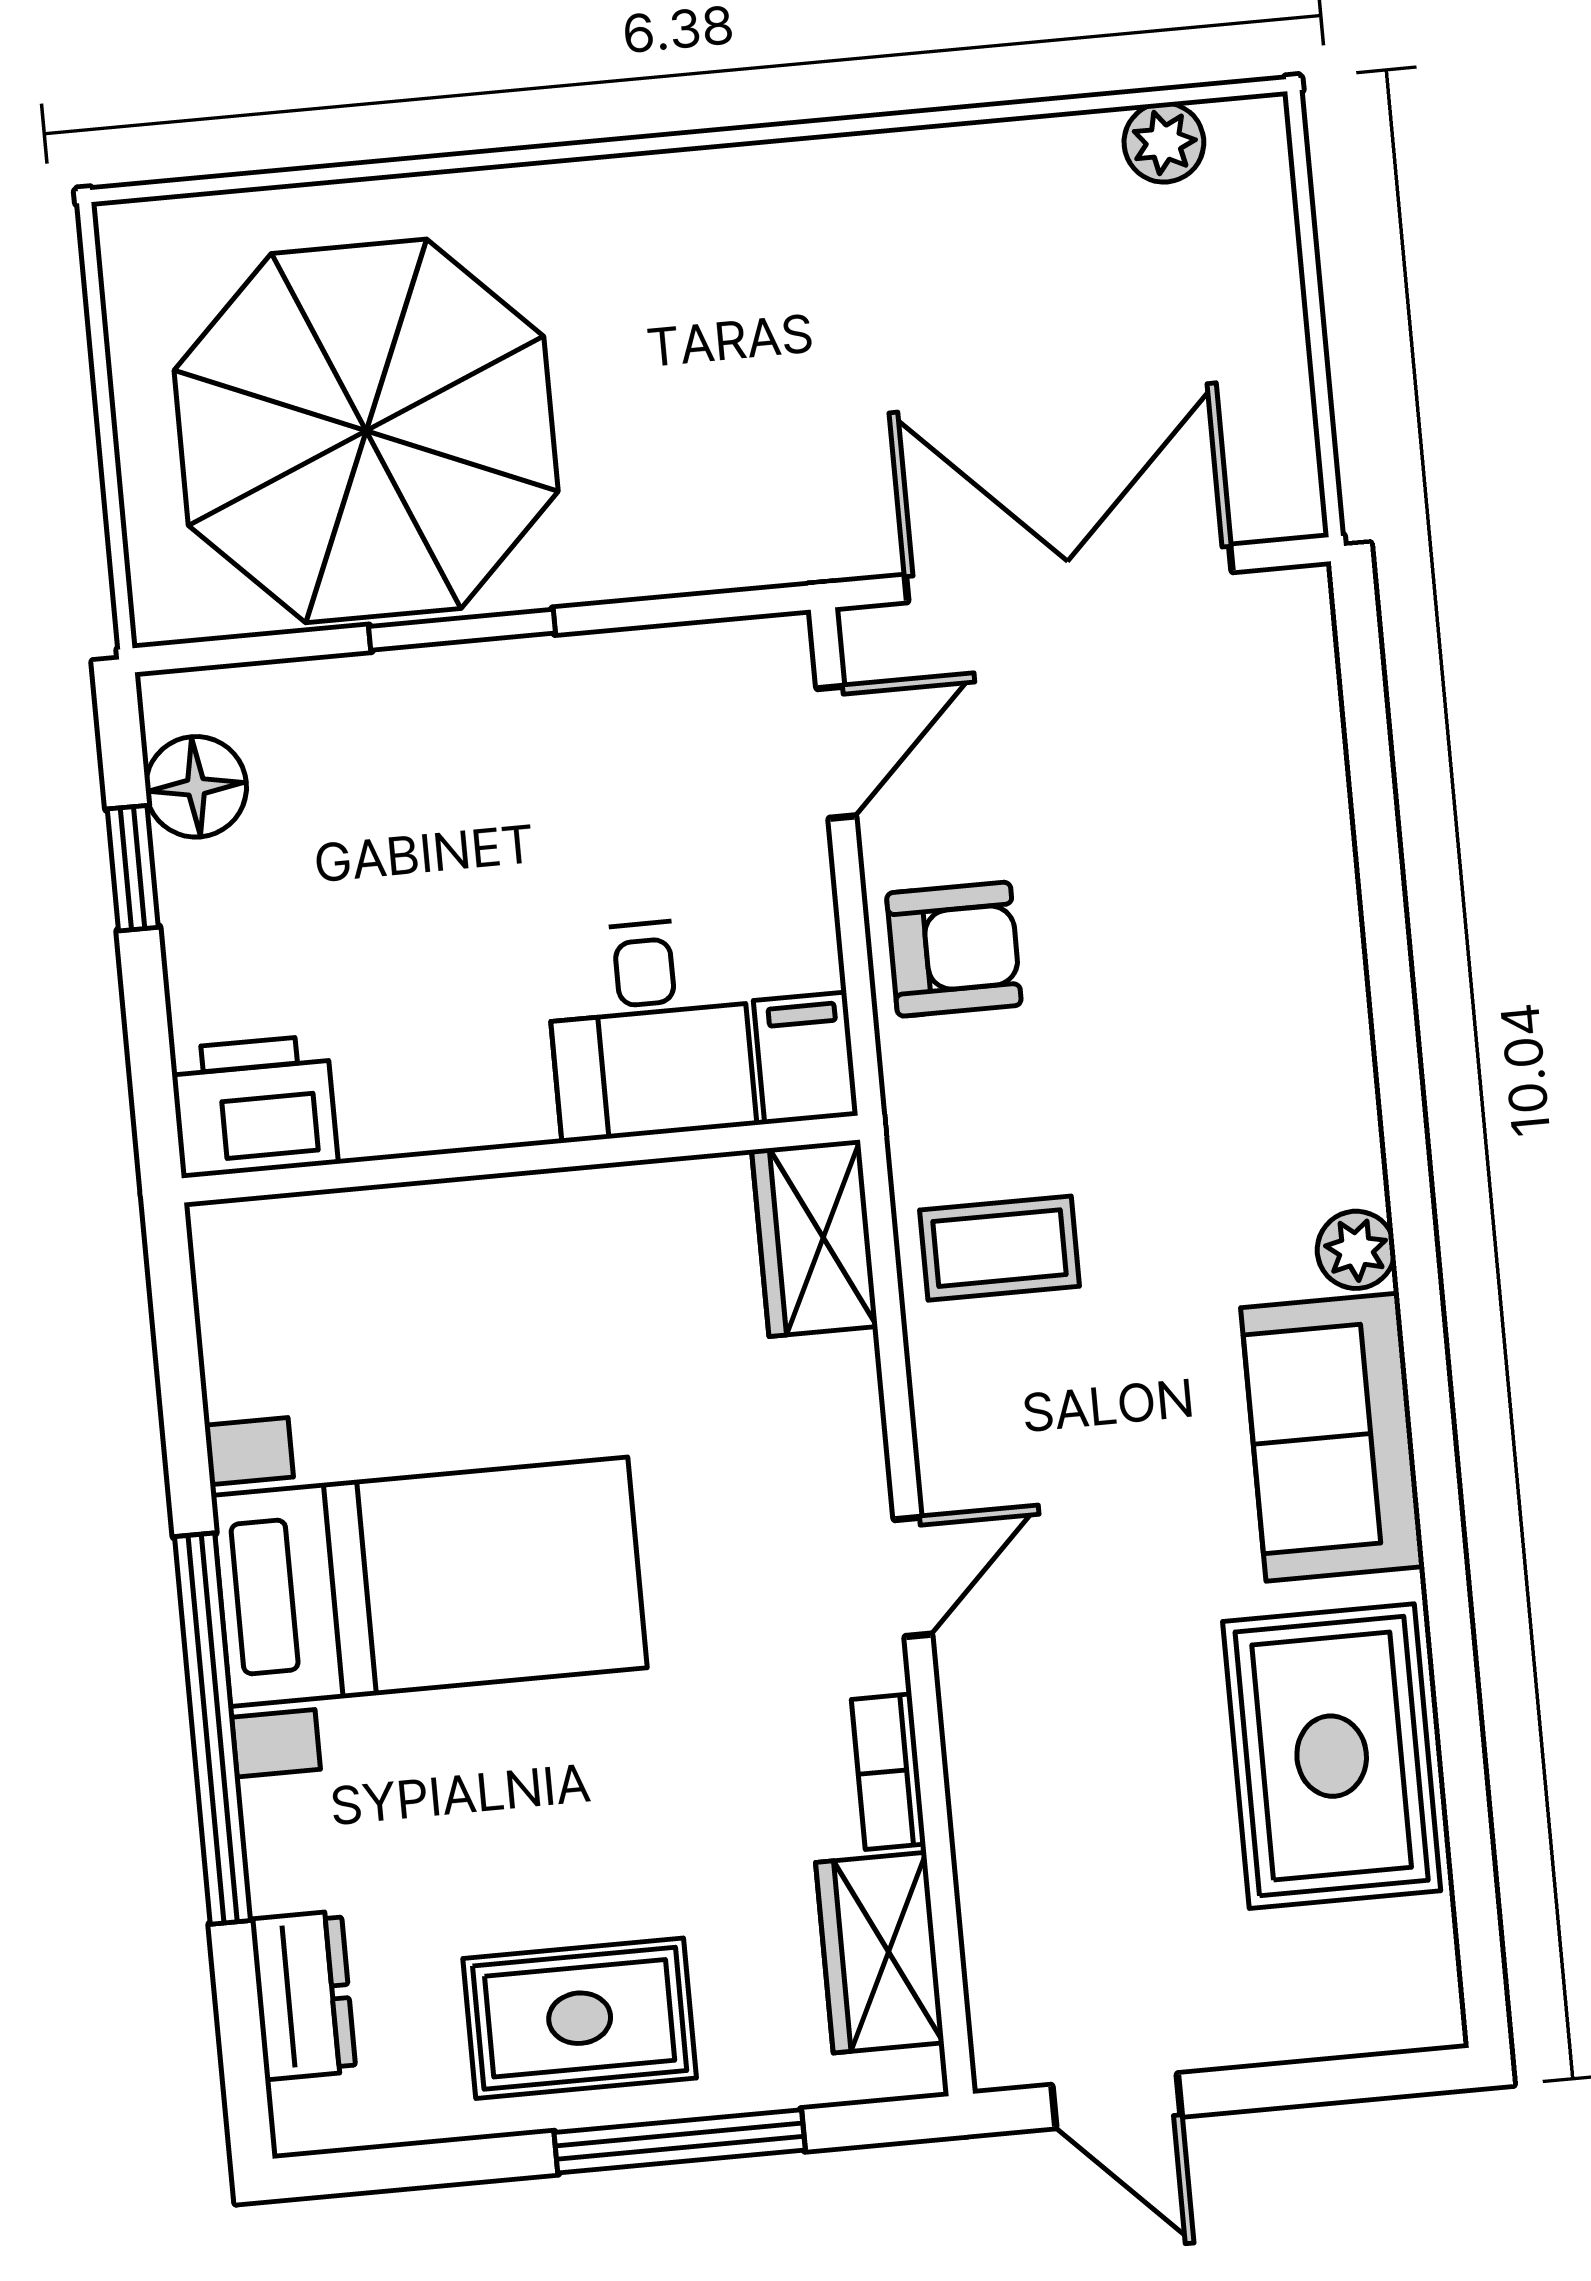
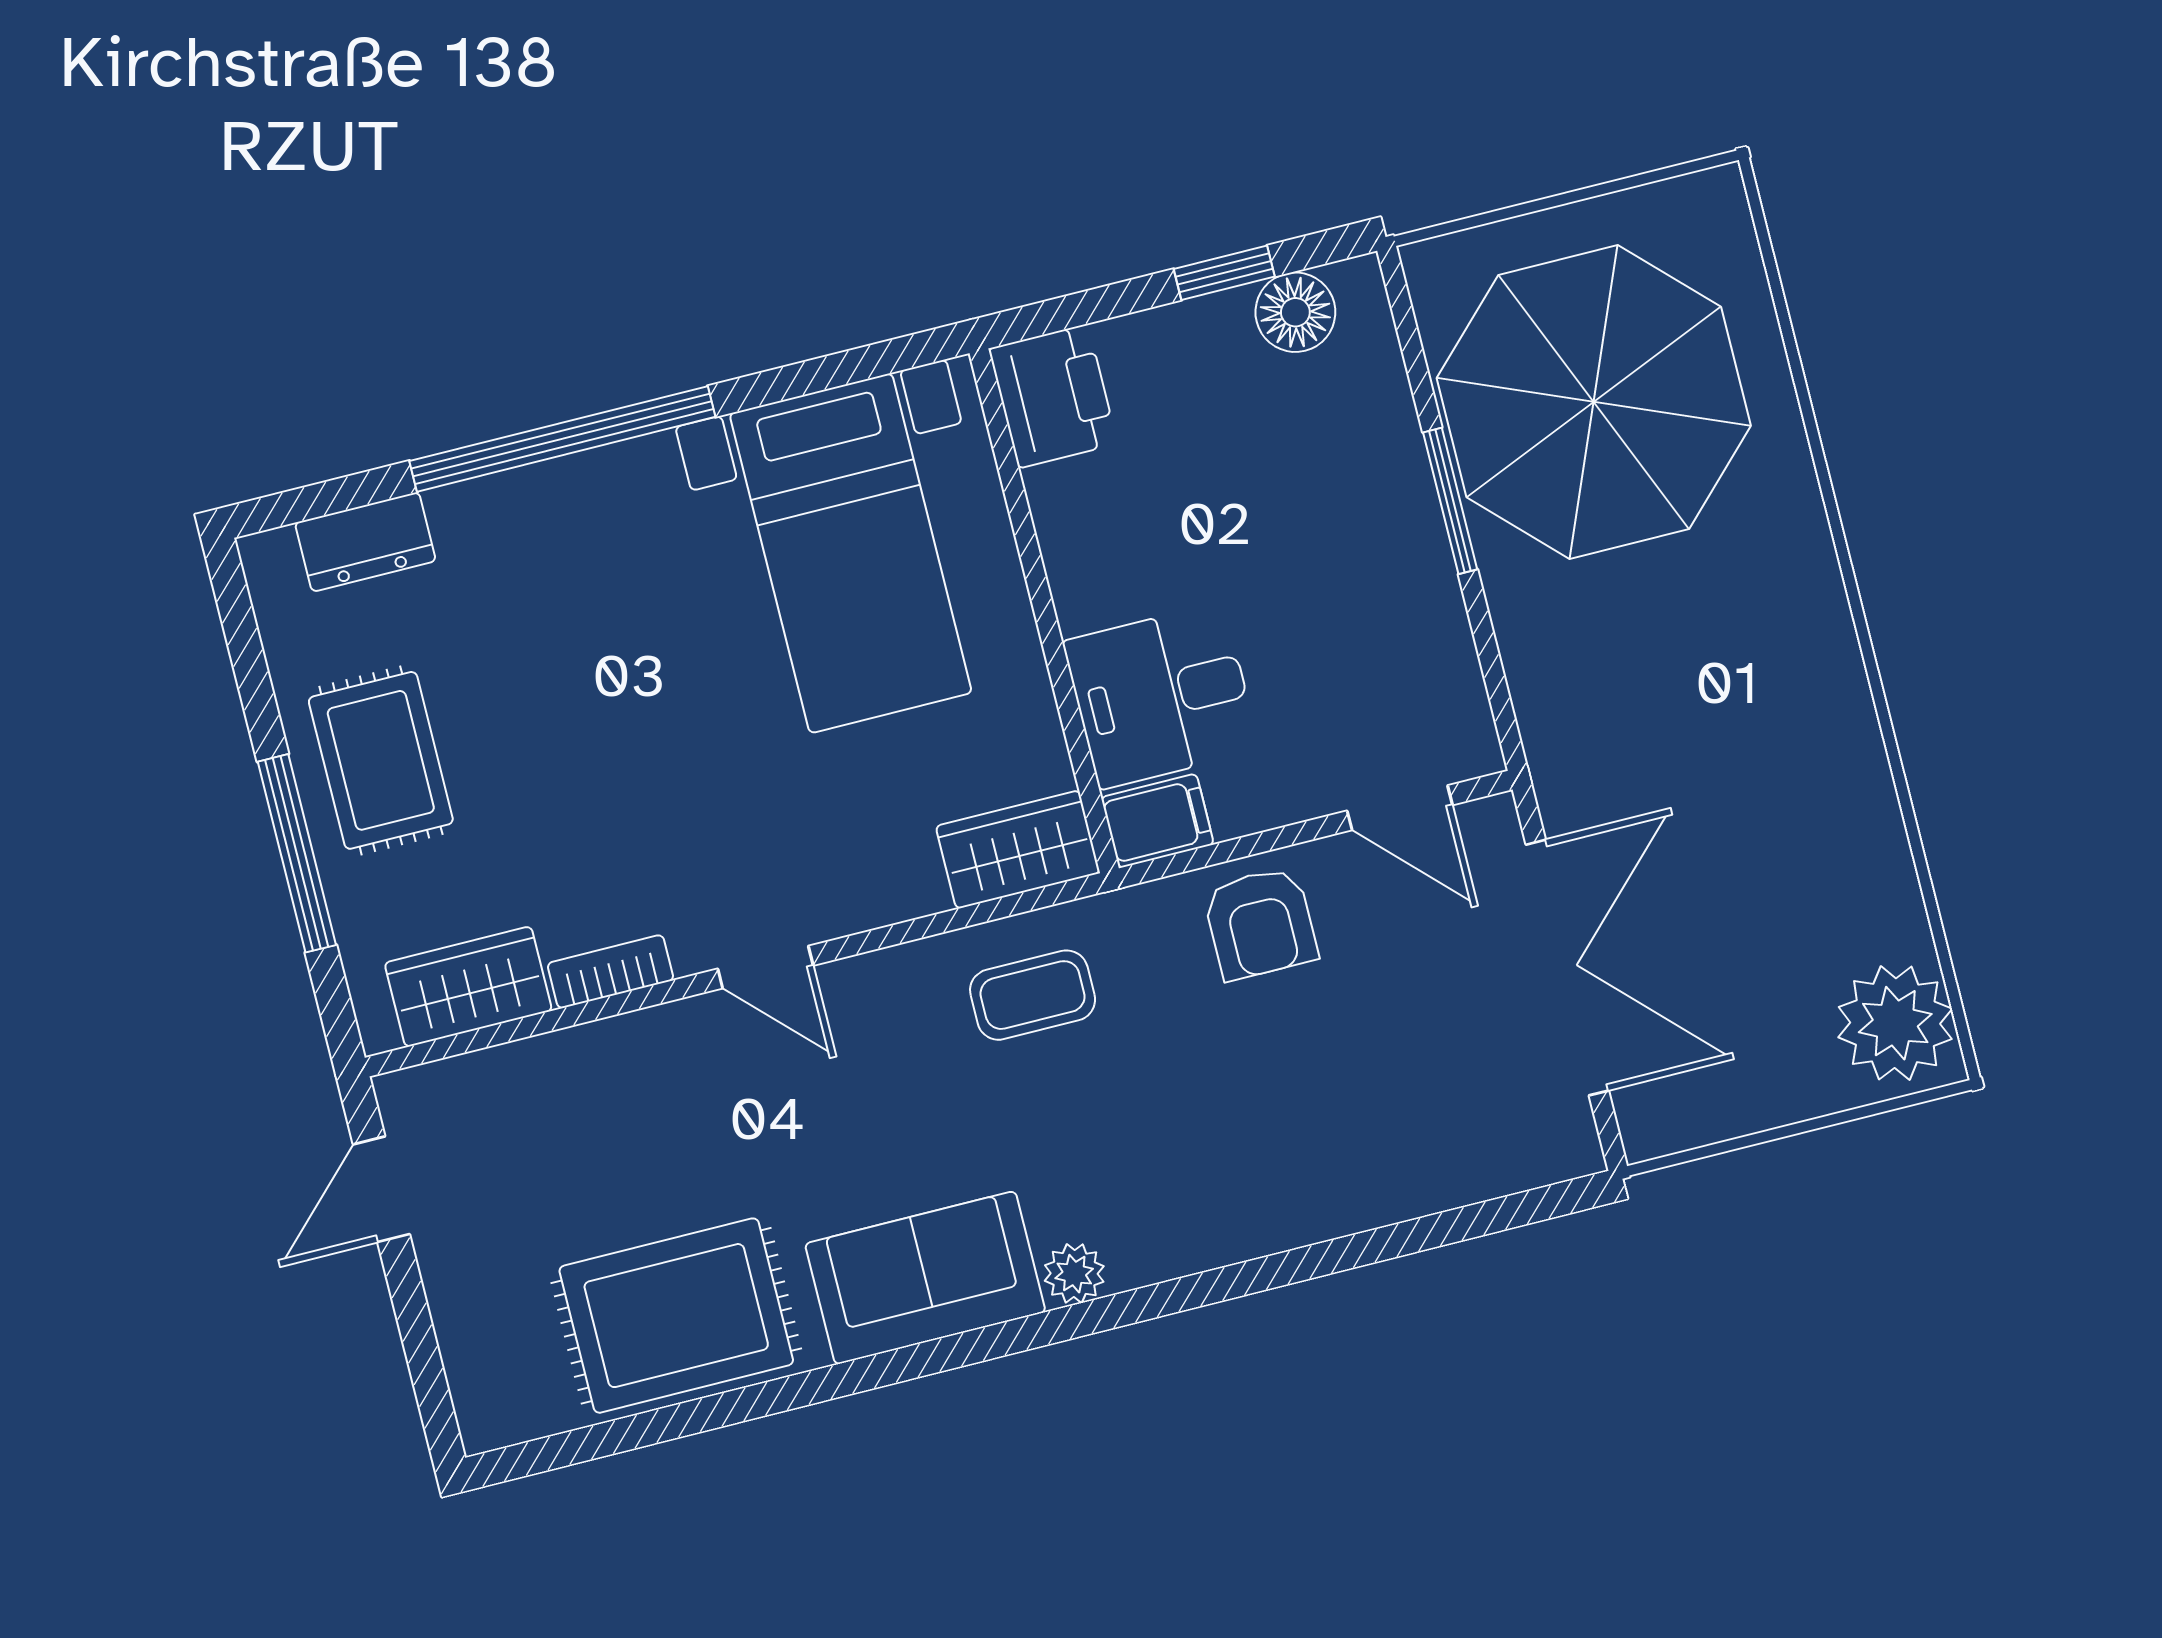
plant: (1164, 142) -> (1895, 1023), width x1.88, depth x1.88
coffee table: (1000, 1248) -> (1033, 995), turned 90
bed with nightstands: (429, 1582) -> (851, 553), moved

